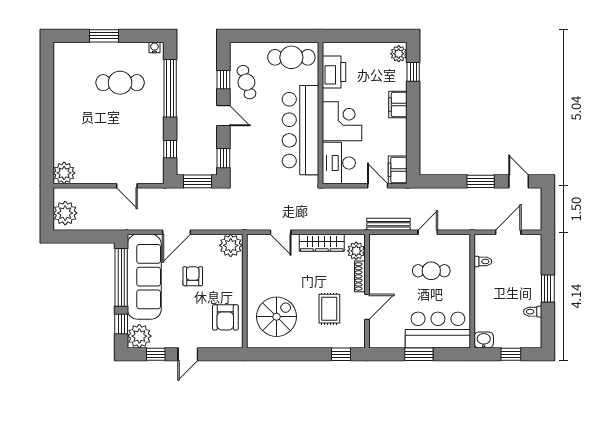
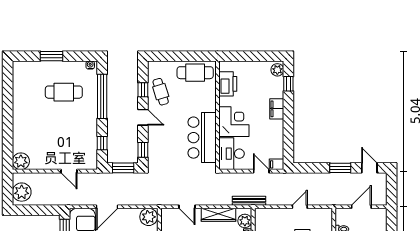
bar counter: (300, 130) -> (202, 138), width x0.73
filing cabinet: (398, 170) -> (277, 164), width x0.50
bench: (389, 224) -> (249, 201), moved

